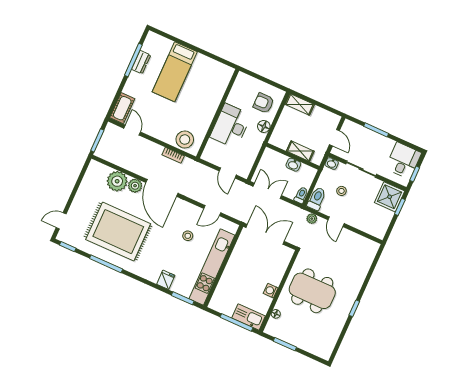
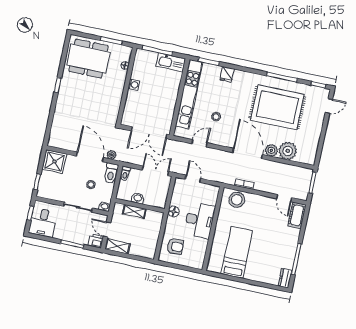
dresser: (141, 62) -> (285, 278), moved
bed: (175, 72) -> (237, 252), moved
shelving: (300, 104) -> (118, 246), moved
floor lamp: (264, 126) -> (174, 212), moved
printer: (349, 128) -> (96, 241), added
double door: (267, 191) -> (155, 171), swing flipped
shower: (390, 197) -> (54, 162), moved
door: (336, 222) -> (90, 157), width x1.88
dining table: (312, 291) -> (89, 59), moved
kitchen sink: (249, 317) -> (171, 62), moved

